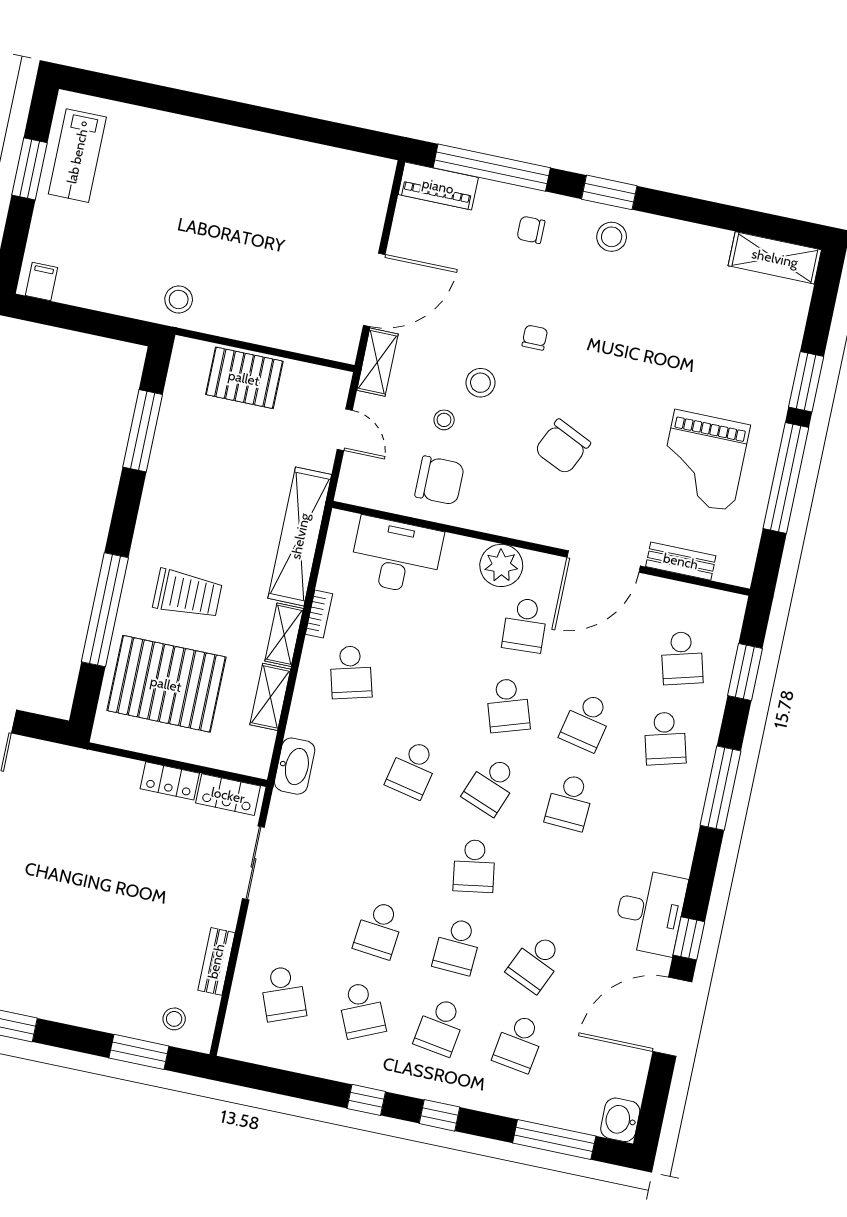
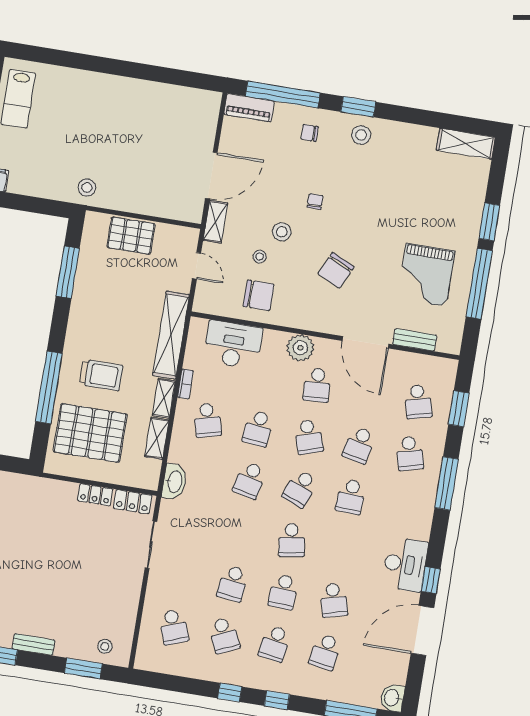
door: (604, 562) -> (365, 342), hinge flipped
school desk: (429, 689) -> (258, 428), added
bench: (216, 961) -> (34, 644), moved, turned 90
school desk: (536, 963) -> (334, 600), turned -39

